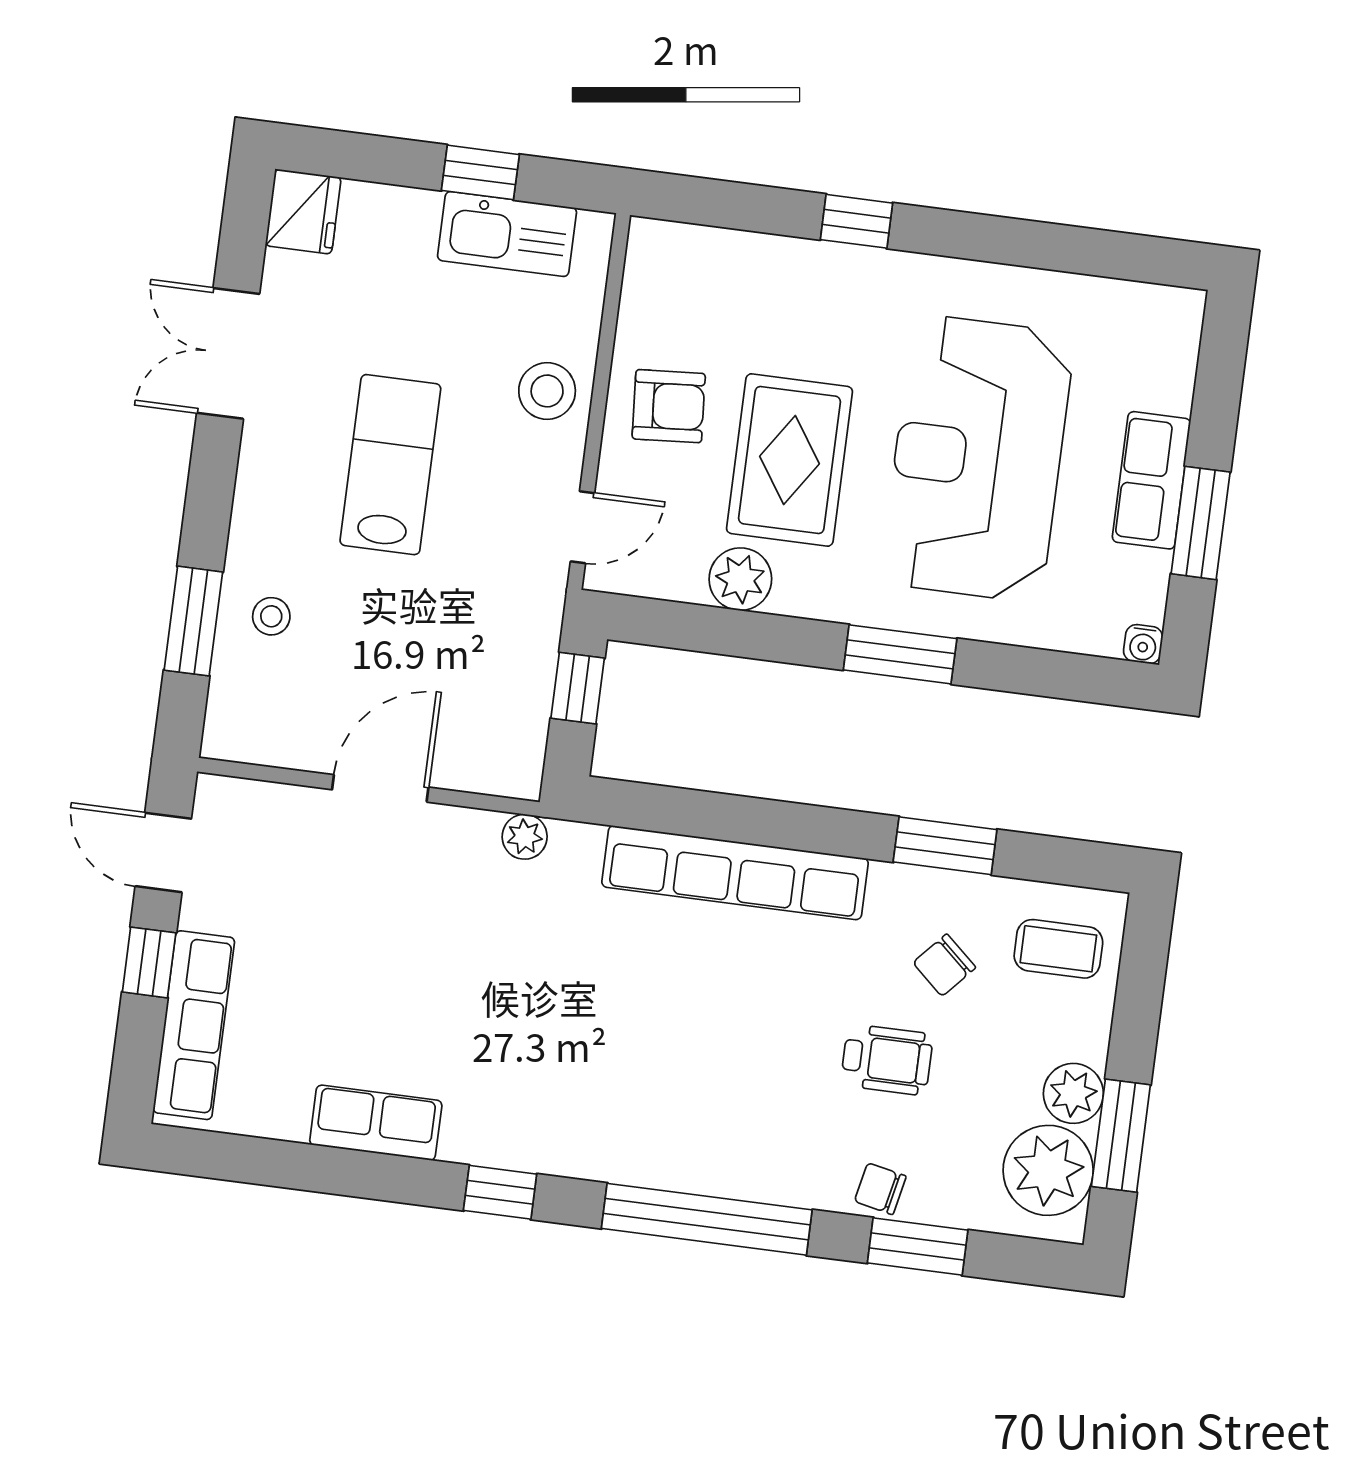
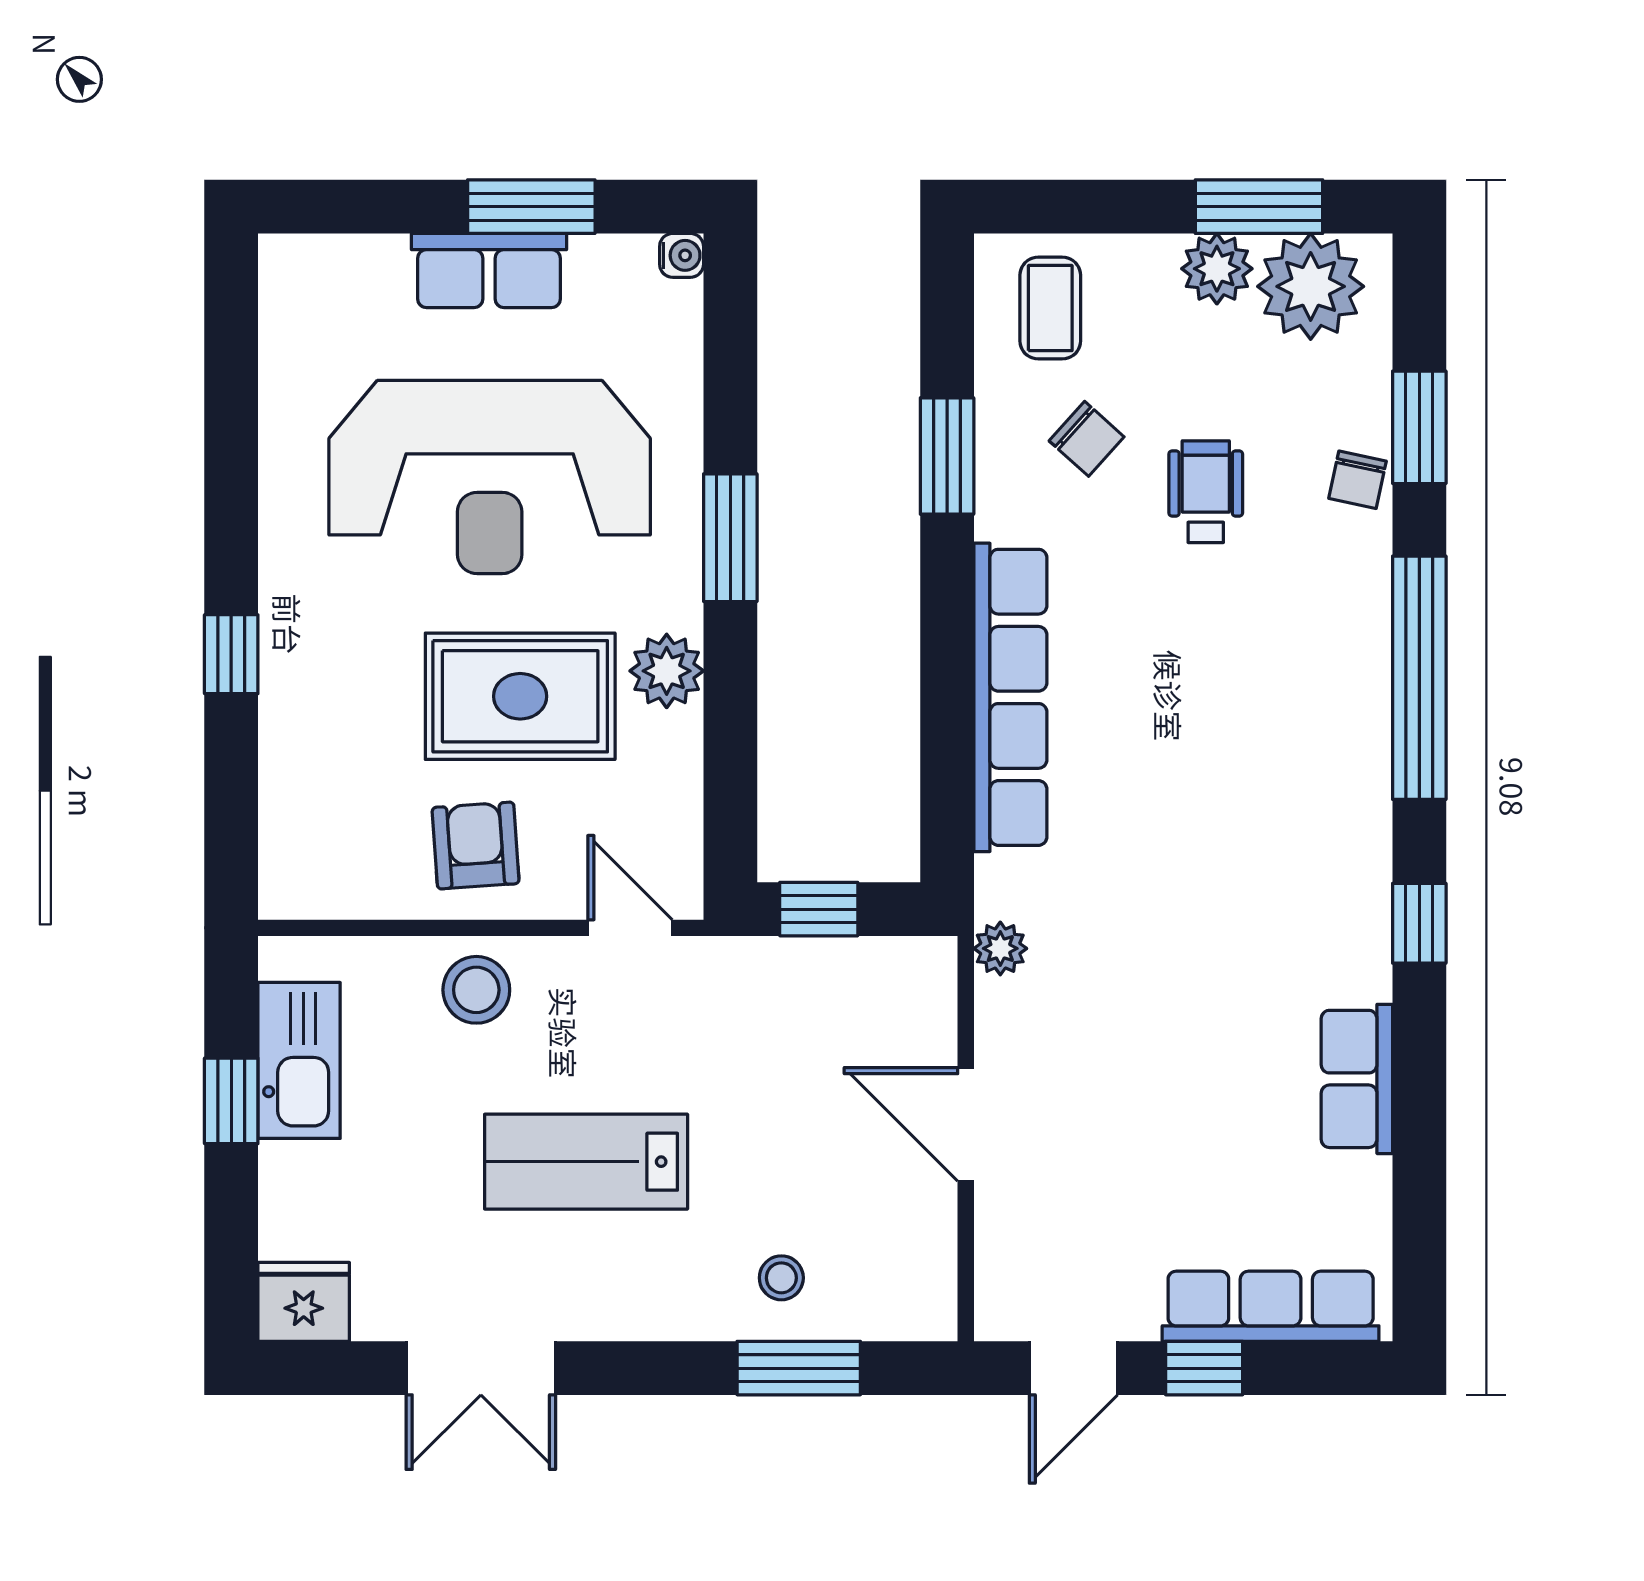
plant: (740, 579) -> (667, 671), moved

